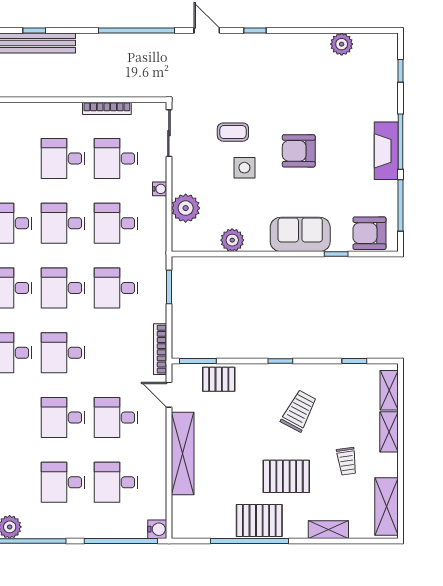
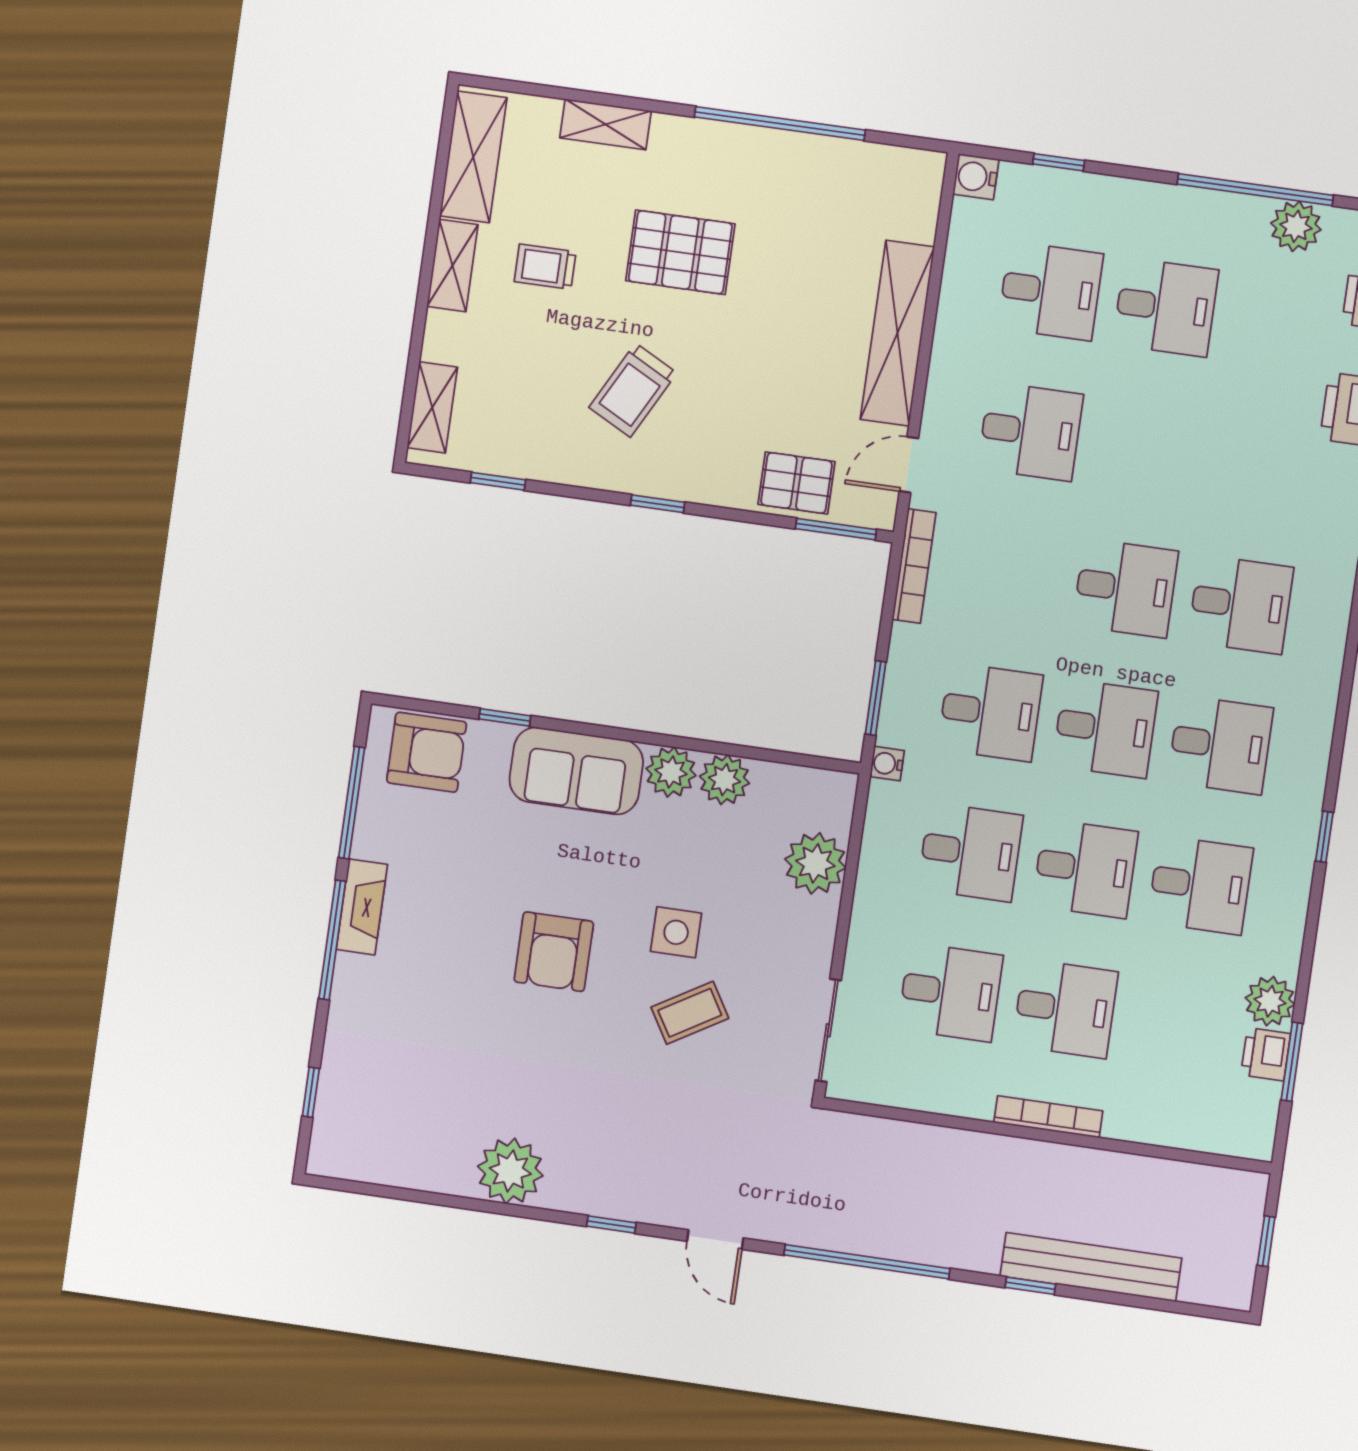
window: (34, 31) -> (1030, 1286), moved
plant: (342, 44) -> (510, 1171), moved, width x1.36, depth x1.36
bookcase: (107, 108) -> (1048, 1117), moved
coffee table: (233, 132) -> (690, 1013), turned -31
armchair: (299, 151) -> (554, 952), turned 90
fireplace: (386, 151) -> (362, 907), width x0.73, depth x0.76
water cooler: (160, 189) -> (887, 764), moved
plant: (257, 240) -> (671, 772), added
door: (169, 395) -> (909, 465), swing flipped
desk: (63, 418) -> (1145, 448), removed
shelving: (389, 432) -> (452, 266), moved
trolley: (347, 461) -> (545, 267), turned -82
pallet: (259, 520) -> (752, 165), removed
window: (121, 541) -> (1059, 162), width x0.32

